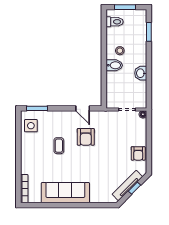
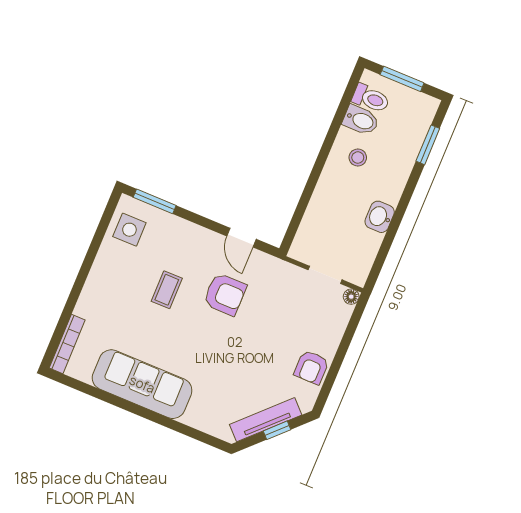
bidet: (114, 65) -> (361, 120), moved
armchair: (86, 137) -> (225, 294), turned -90

